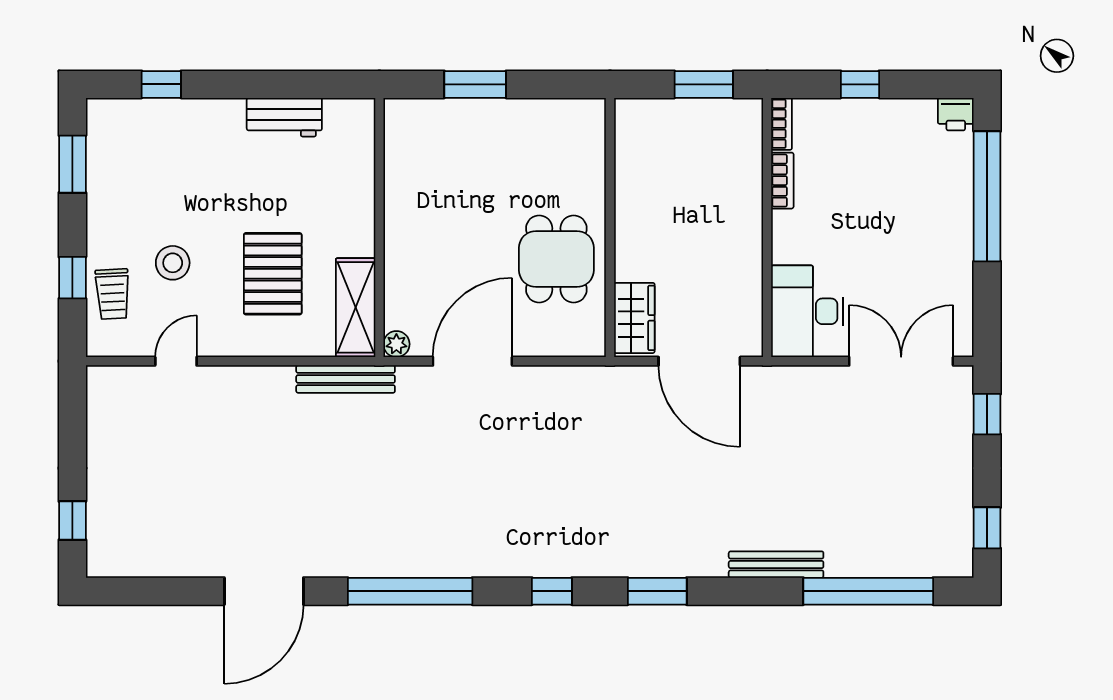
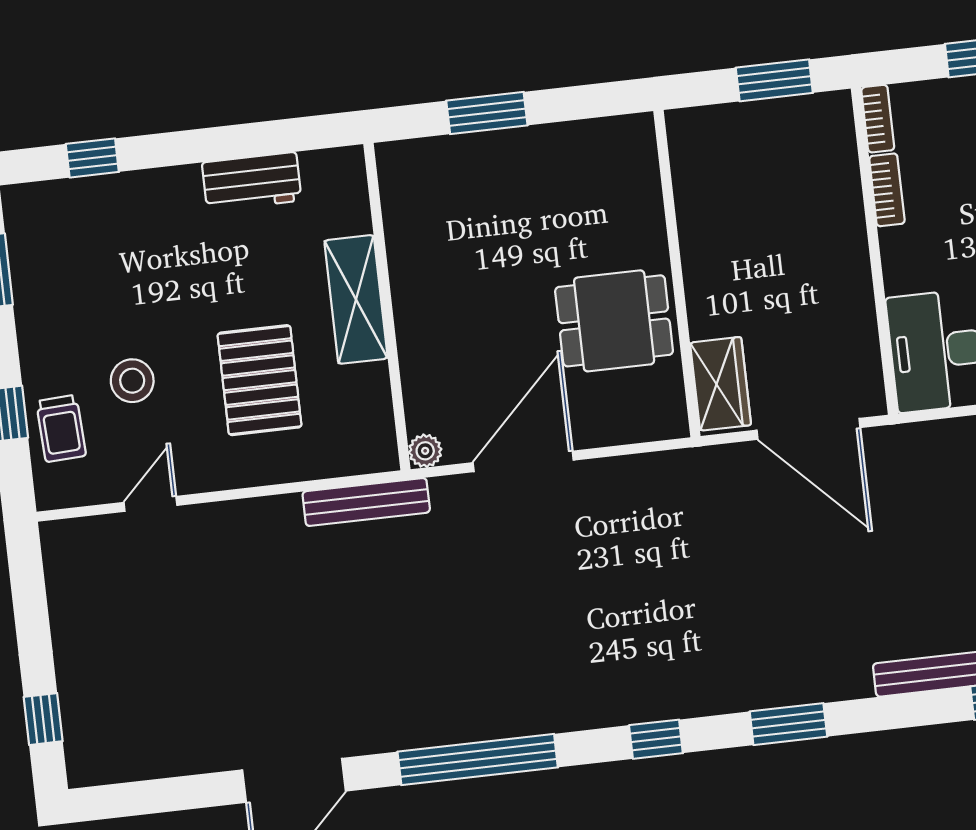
dining table: (556, 259) -> (614, 321), turned 90
shelving: (356, 307) -> (356, 299), moved

